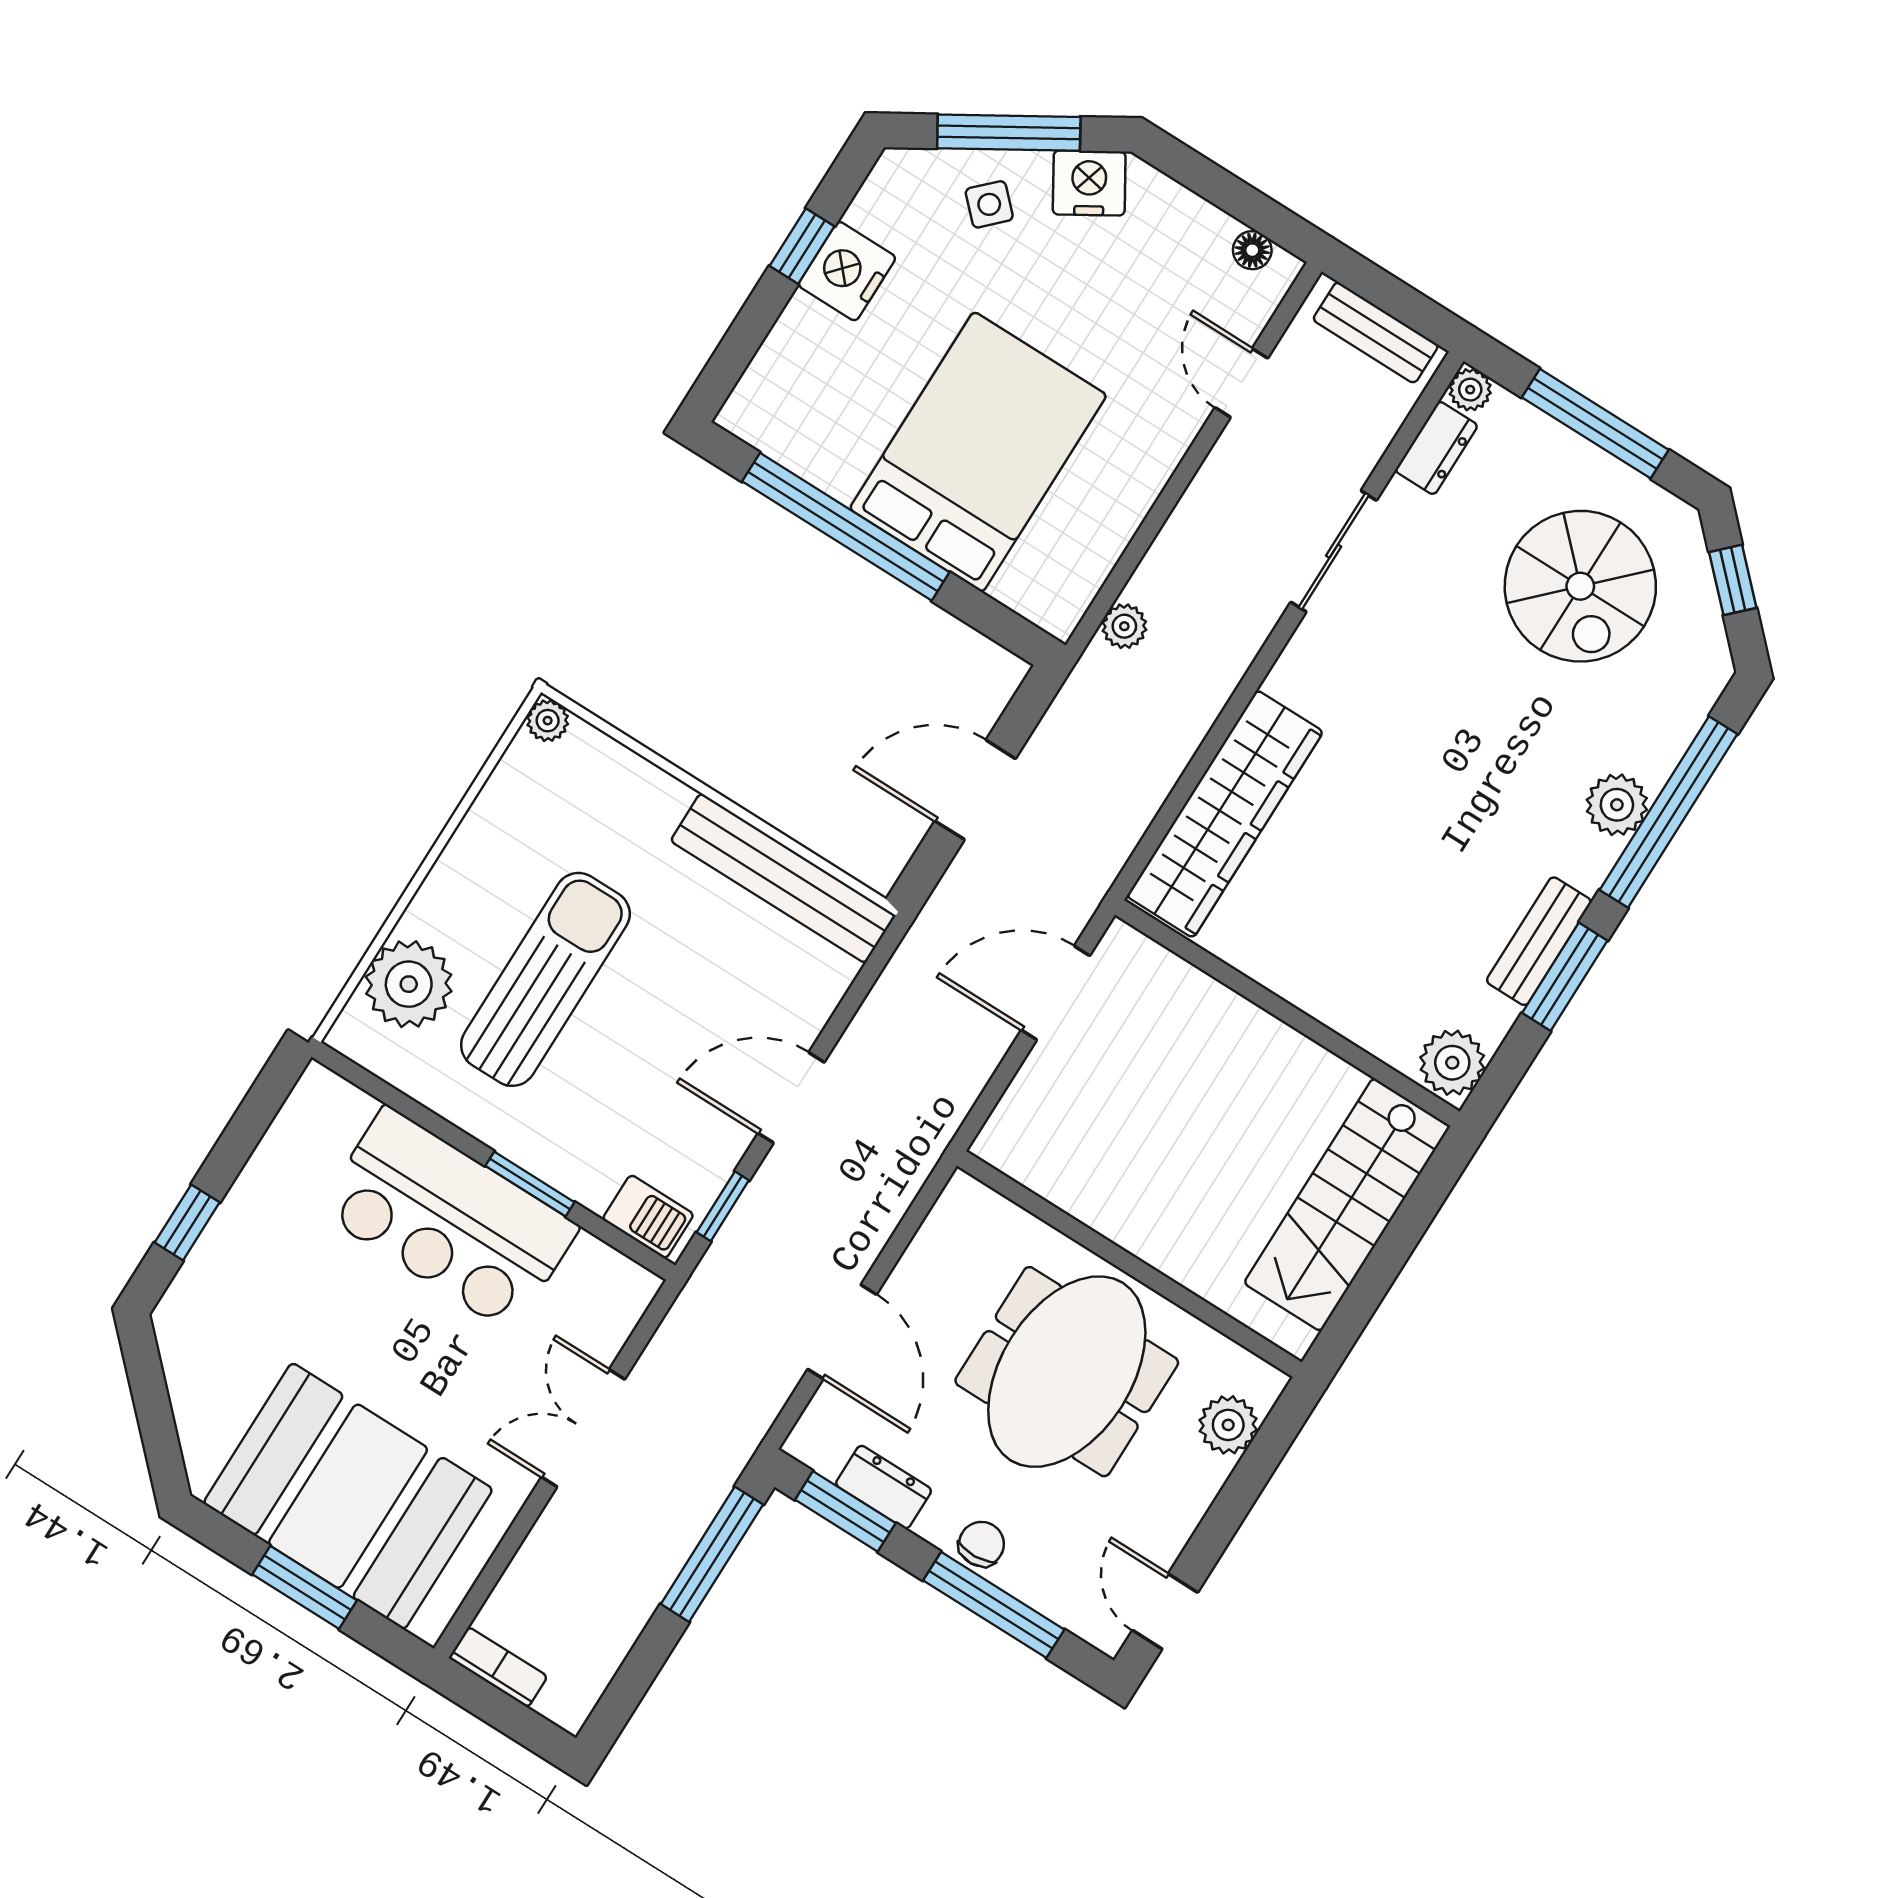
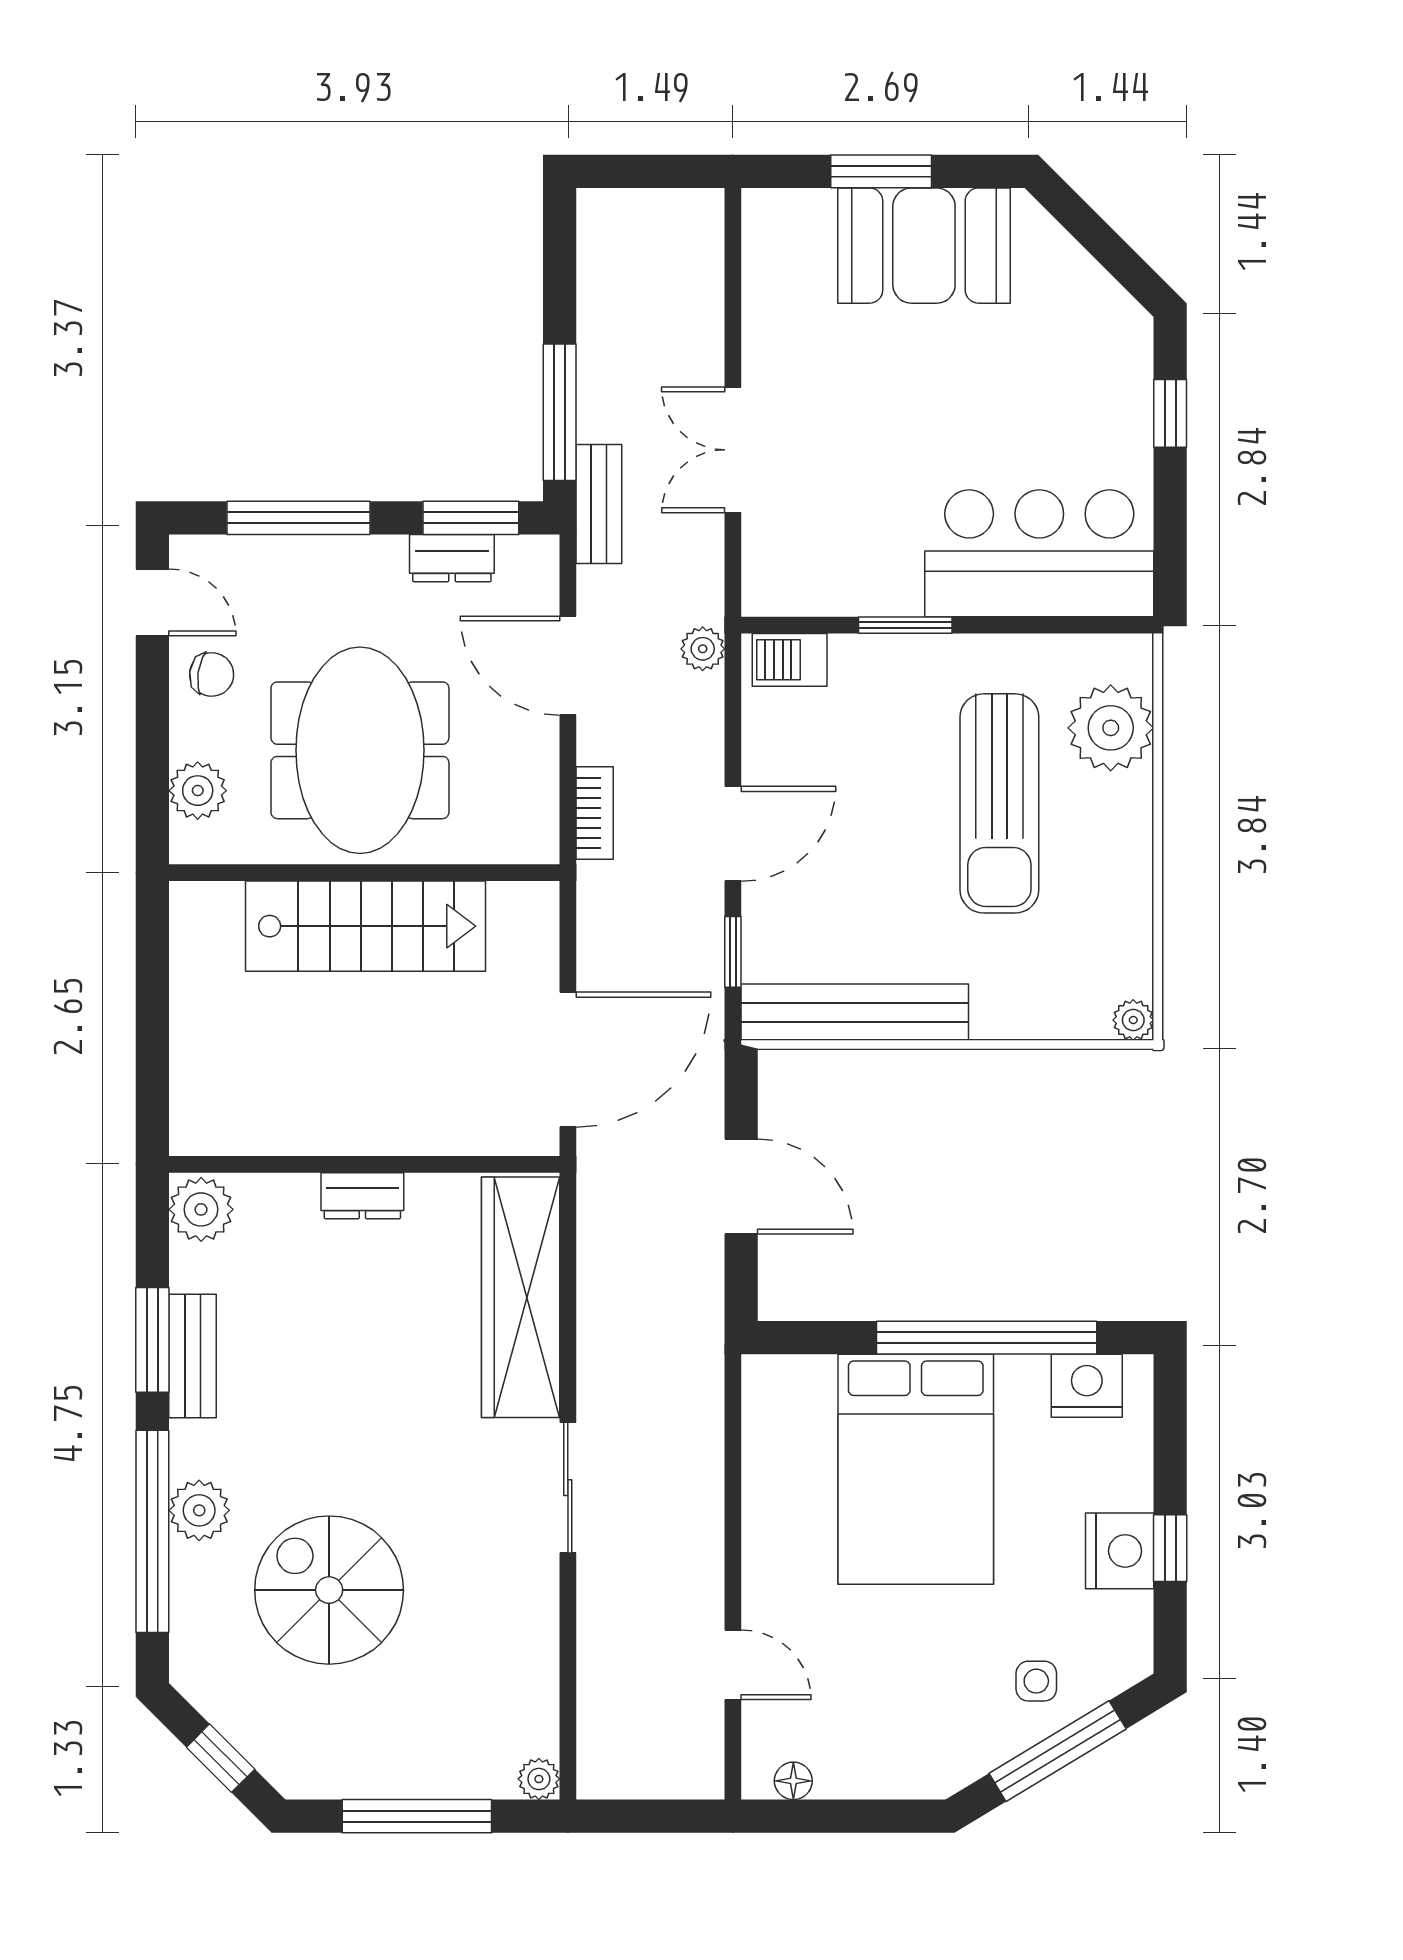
nightstand: (1089, 183) -> (1087, 1386), moved, turned -149
side table: (989, 204) -> (1036, 1681), turned 45
bench: (1376, 333) -> (599, 504), moved, turned 90
dresser: (1436, 448) -> (362, 1196), moved, turned -90
sliding door: (1334, 551) -> (568, 1488), moved
spiral stairs: (1580, 586) -> (329, 1590), moved
plant: (1124, 626) -> (703, 649), moved
door: (975, 790) -> (741, 1186), hinge flipped
door: (1056, 993) -> (568, 1060), width x1.36
stairs: (1347, 1205) -> (365, 926), moved, turned 90
window: (723, 1206) -> (733, 952), moved
bar counter: (449, 1219) -> (1039, 553), moved
double door: (583, 1428) -> (733, 450), swing flipped
booth: (348, 1496) -> (924, 246), width x0.73, depth x0.70
chair: (981, 1544) -> (212, 674), moved, turned -79
bookcase: (498, 1667) -> (595, 813), moved, turned -90

